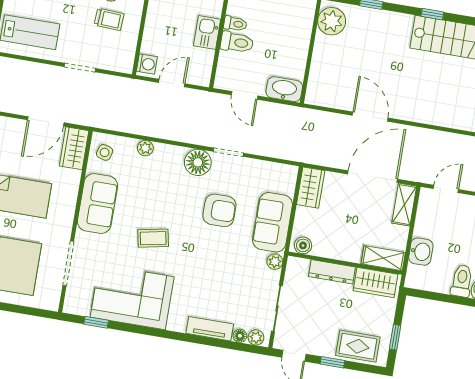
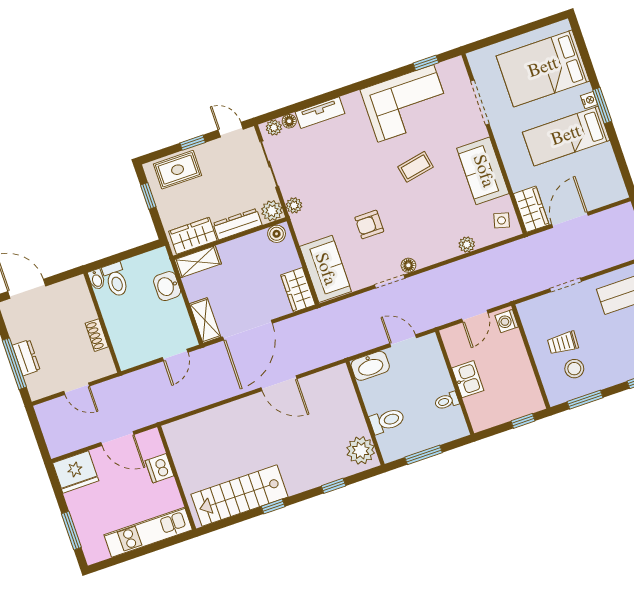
toilet: (237, 42) -> (387, 421), moved, turned 180
floor lamp: (198, 162) -> (408, 265), width x0.53, depth x0.53
armchair: (219, 210) -> (369, 224), width x0.72, depth x0.72
sofa: (273, 222) -> (325, 269), moved
plant: (296, 267) -> (272, 211), added

